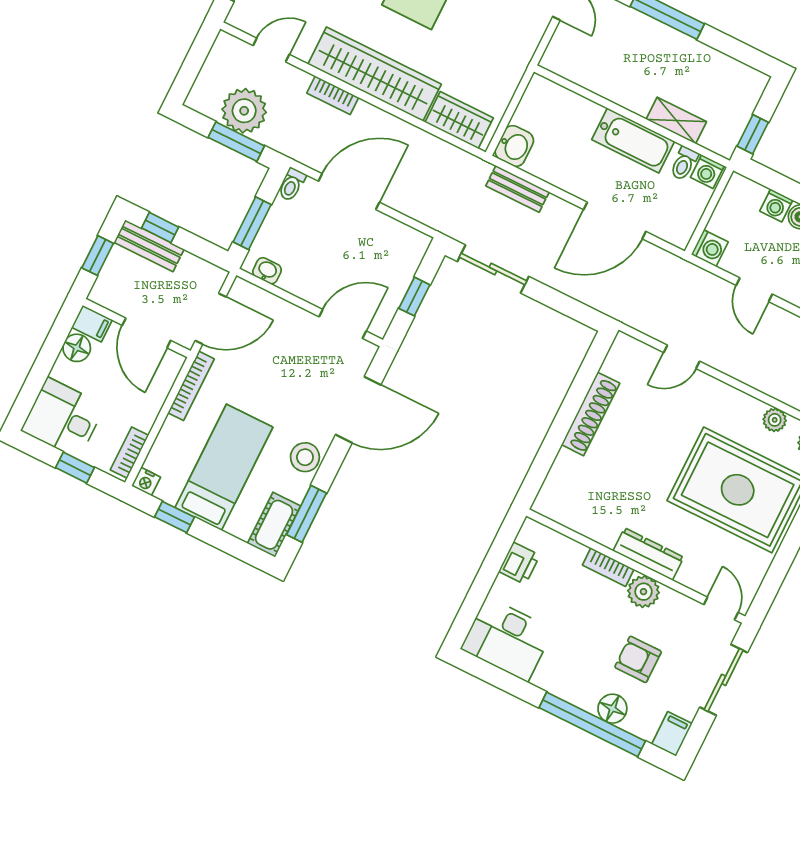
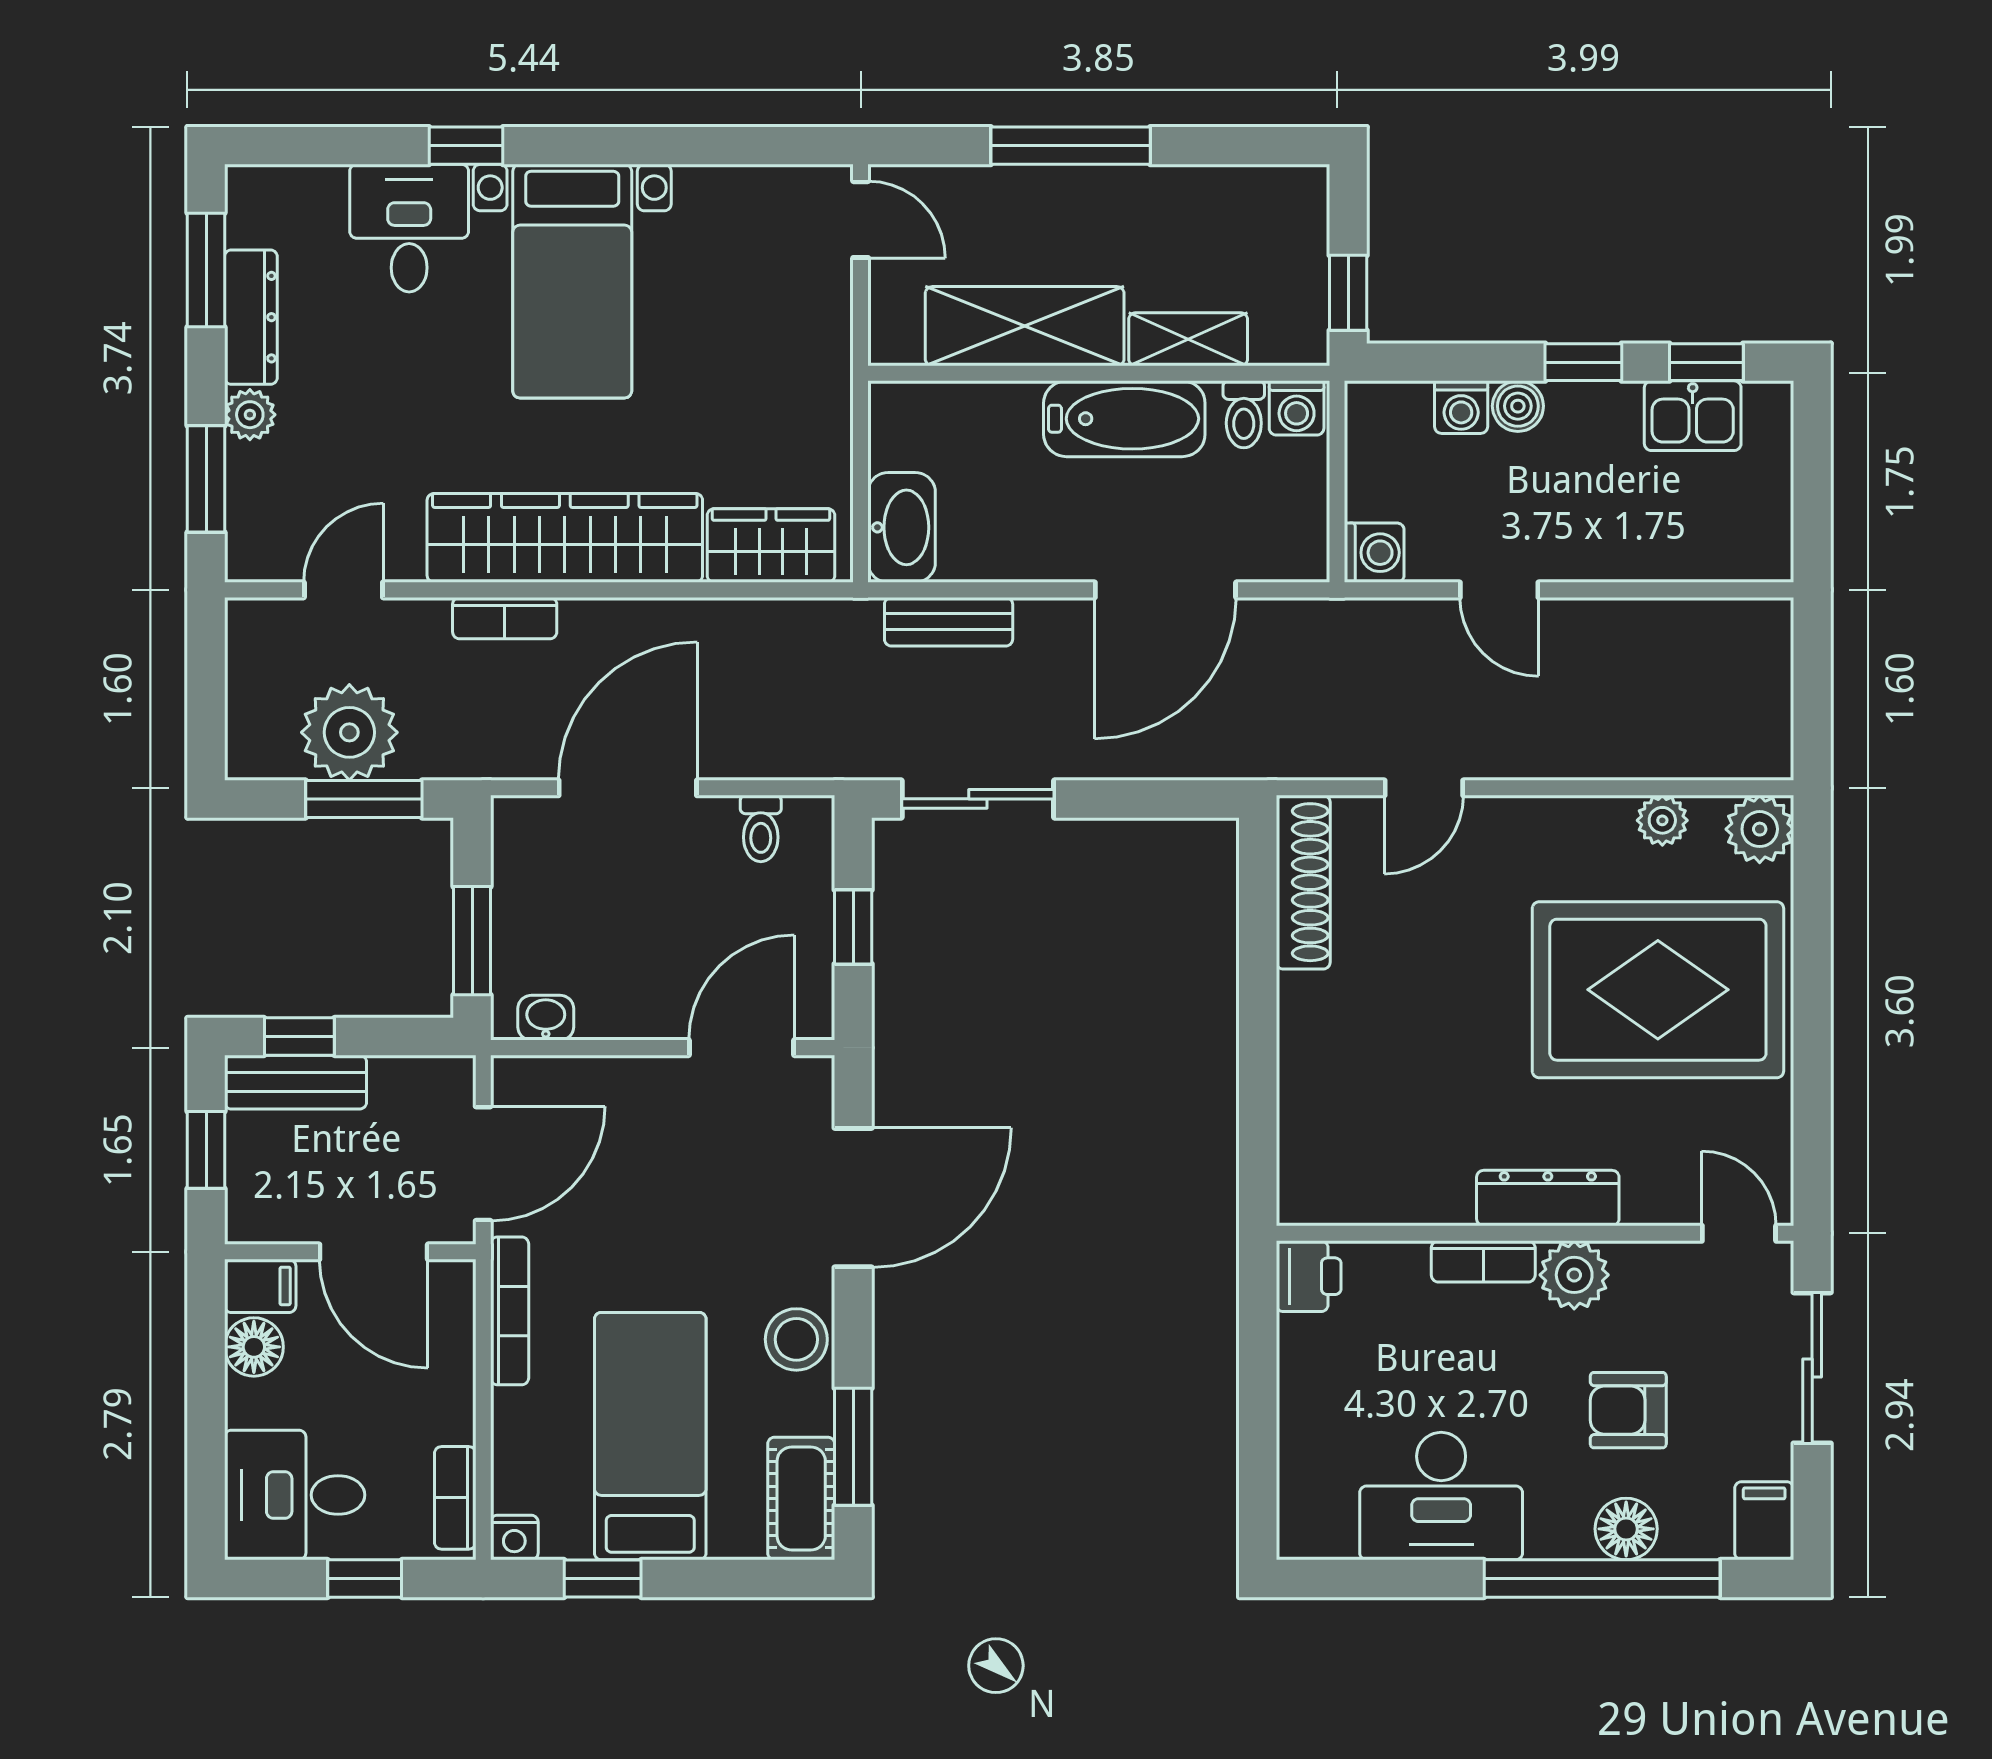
shelving: (611, 81) -> (1025, 326), added
washbasin: (514, 146) -> (902, 527), width x1.38
toilet: (292, 184) -> (761, 829), moved
shoe rack: (591, 414) -> (1303, 882), moved
printer: (519, 563) -> (1309, 1276), moved
desk: (507, 639) -> (1441, 1496), moved

